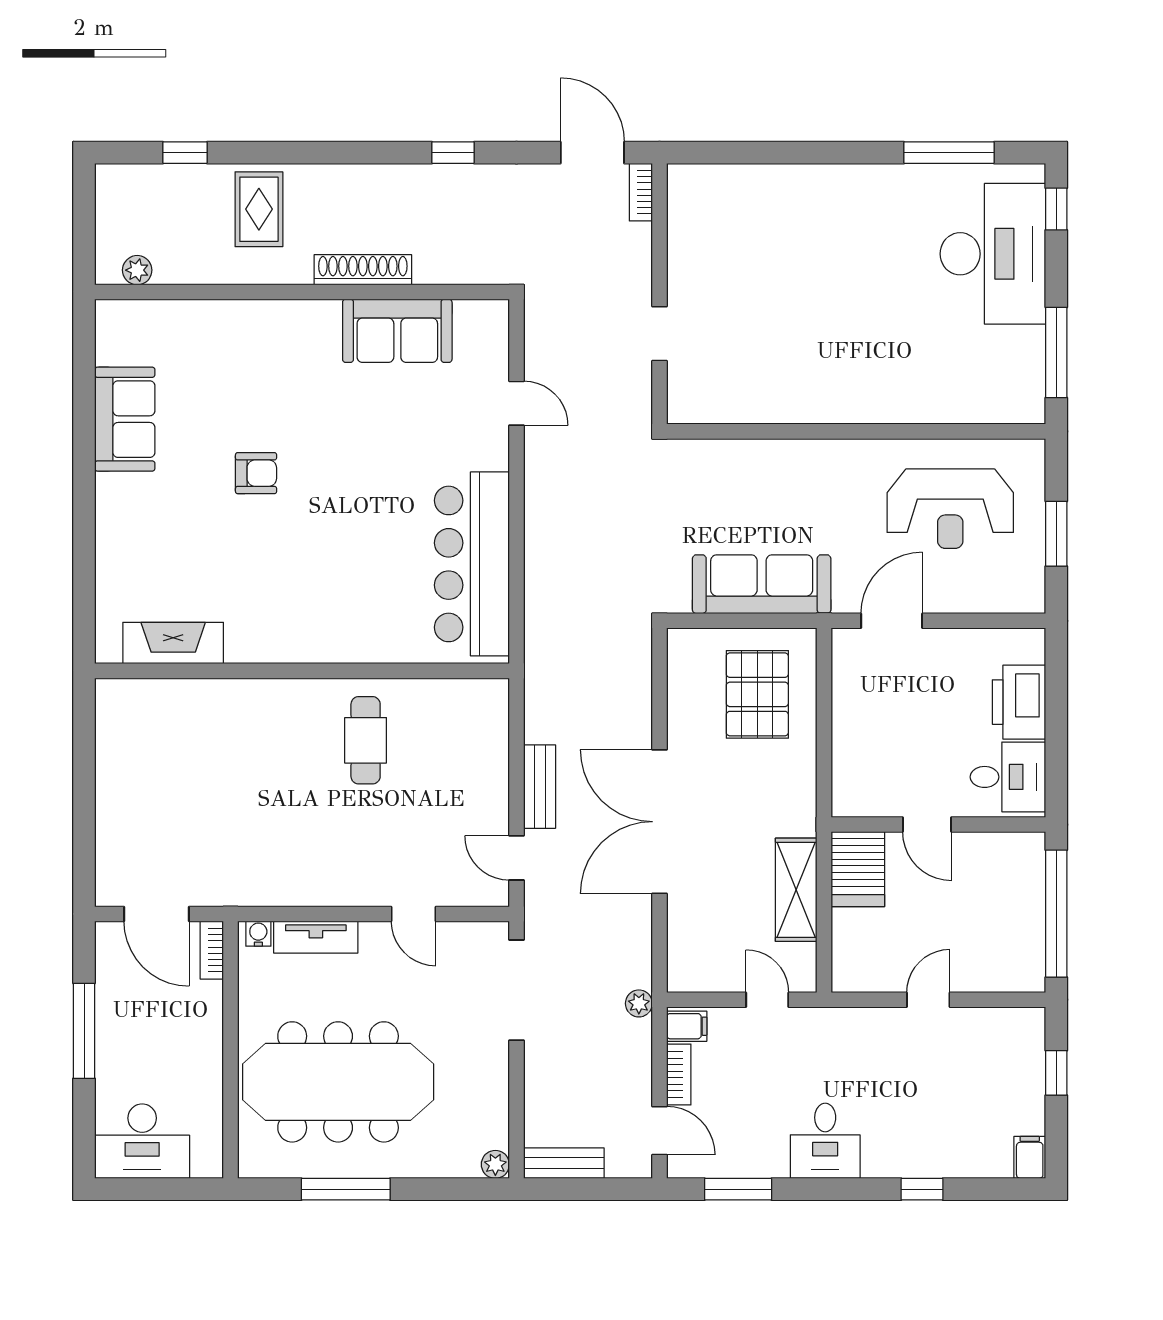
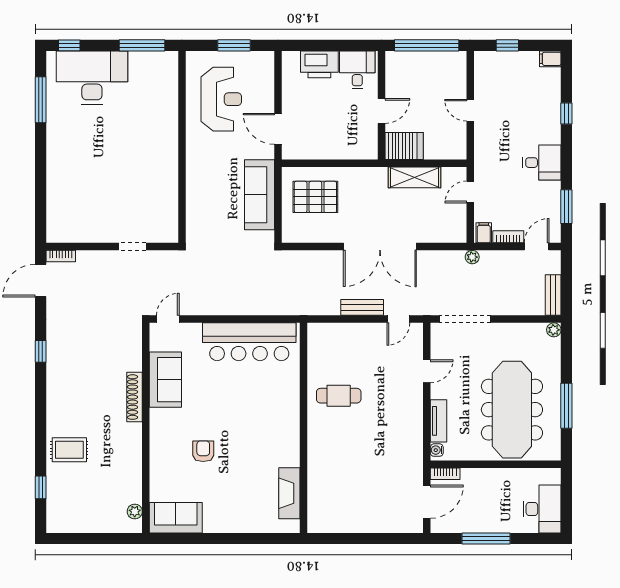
plant: (137, 270) -> (135, 512), moved
shoe rack: (363, 270) -> (134, 397), moved
wall: (302, 292) -> (146, 428), moved
sofa: (397, 331) -> (165, 380), moved

